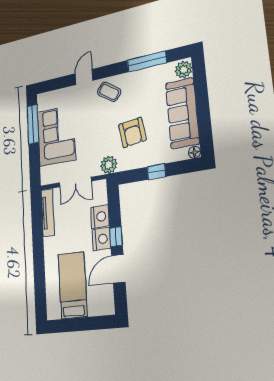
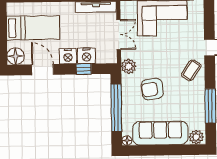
window: (157, 172) -> (116, 108), width x3.17
double door: (75, 182) -> (119, 35), swing flipped
window: (116, 237) -> (84, 69), moved
floor lamp: (105, 304) -> (16, 56), added

